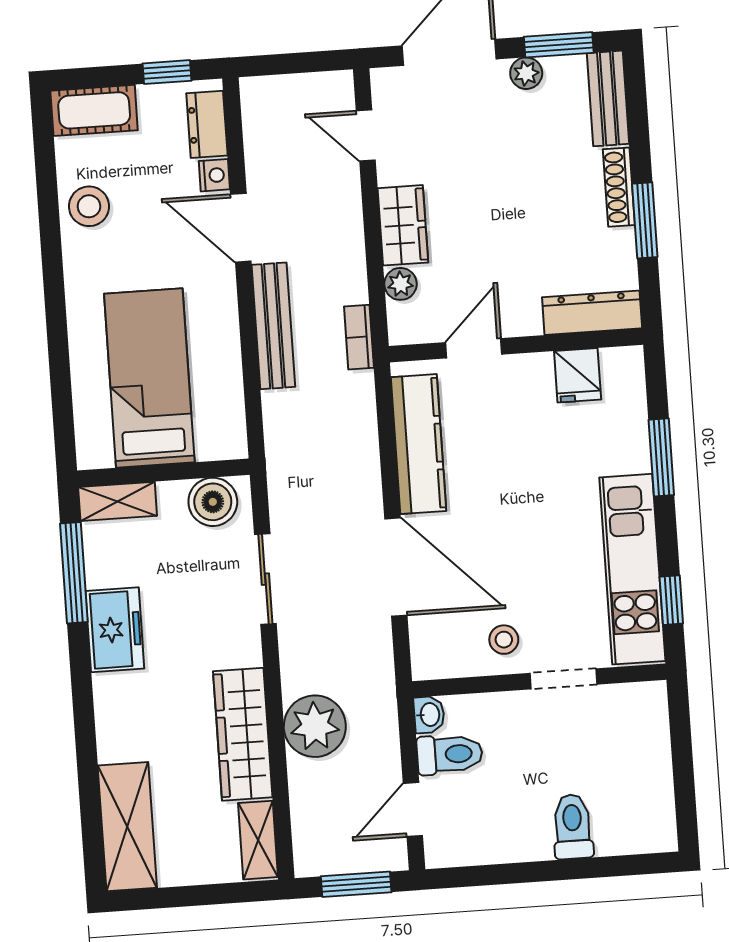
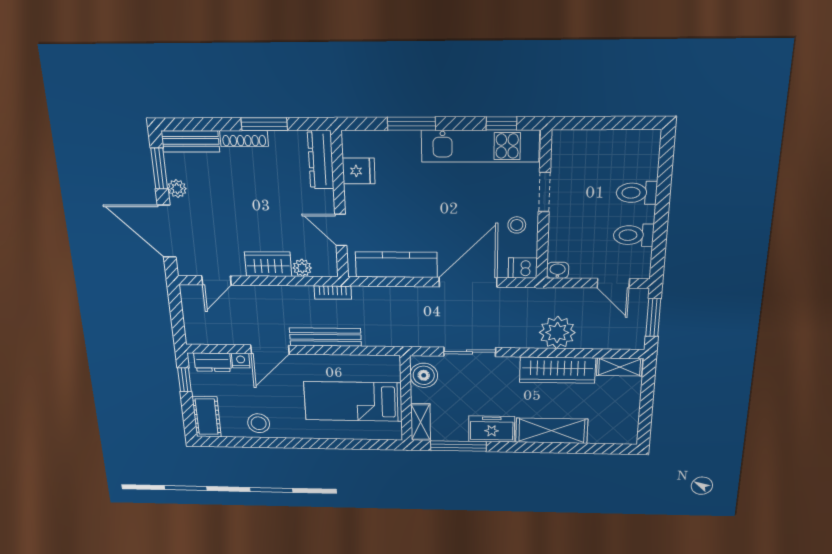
dishwasher: (429, 656) -> (523, 268), added
toilet: (450, 754) -> (634, 235), moved, turned -90
shelving: (127, 827) -> (552, 431), moved

